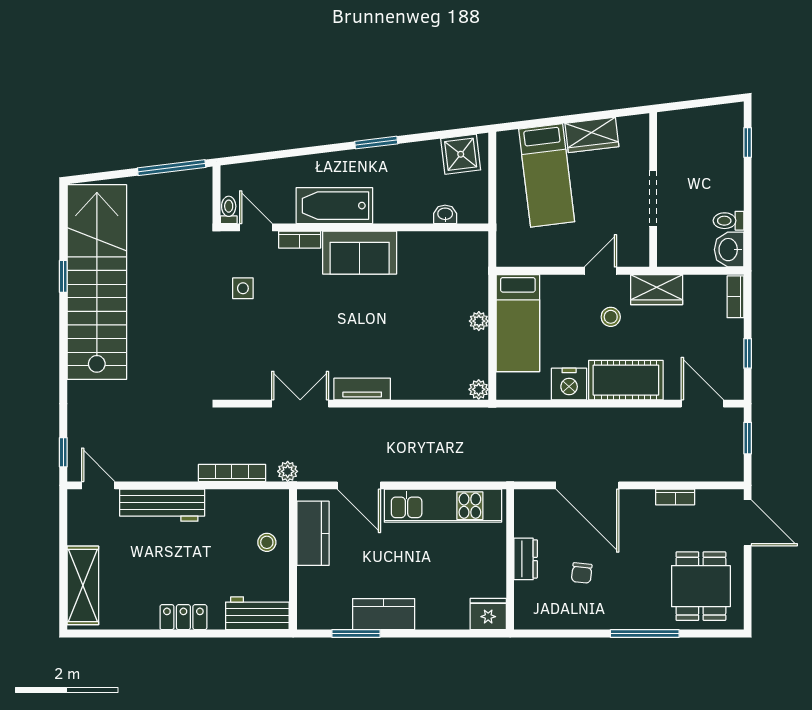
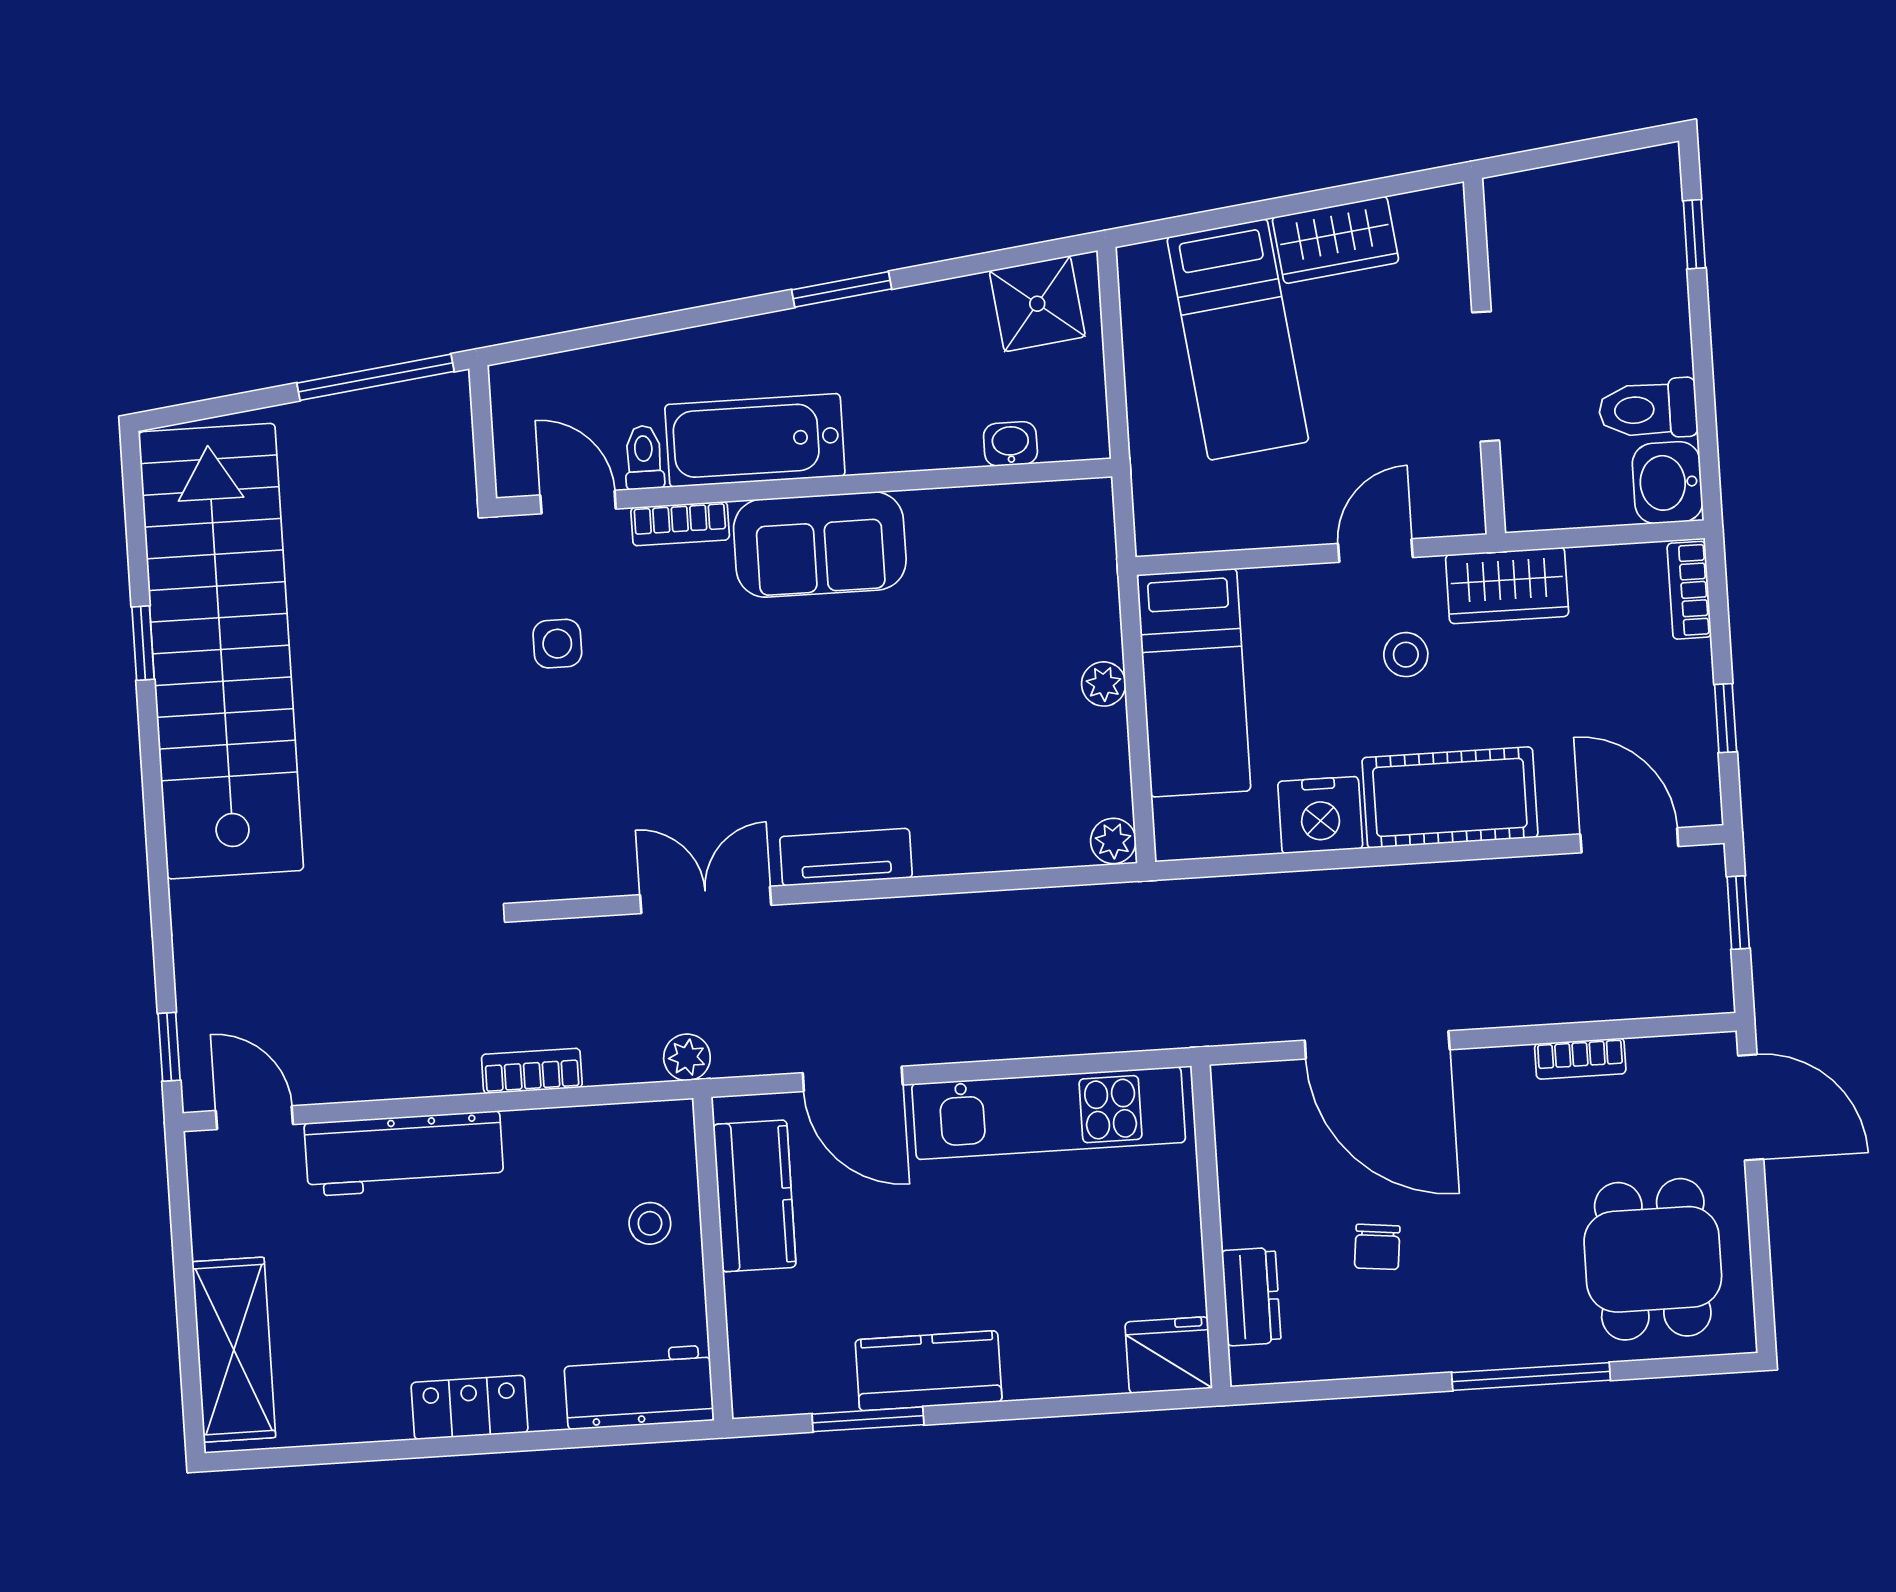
toilet: (229, 210) -> (644, 457), moved
toilet: (729, 221) -> (1648, 409), width x1.37, depth x1.39
bookcase: (232, 473) -> (532, 1071), width x0.64
dresser: (526, 559) -> (1251, 1297), moved

